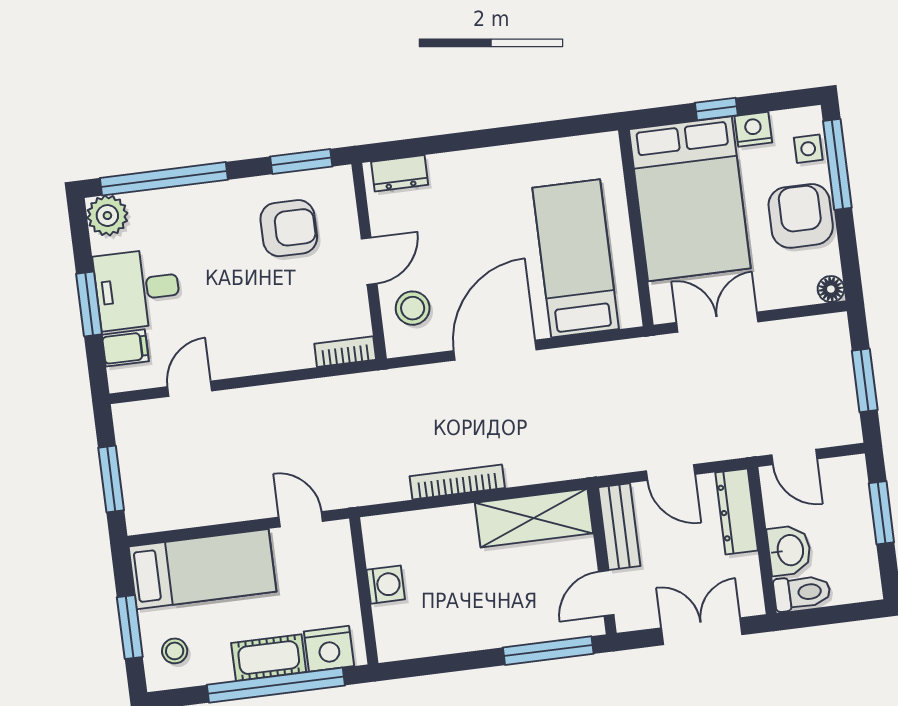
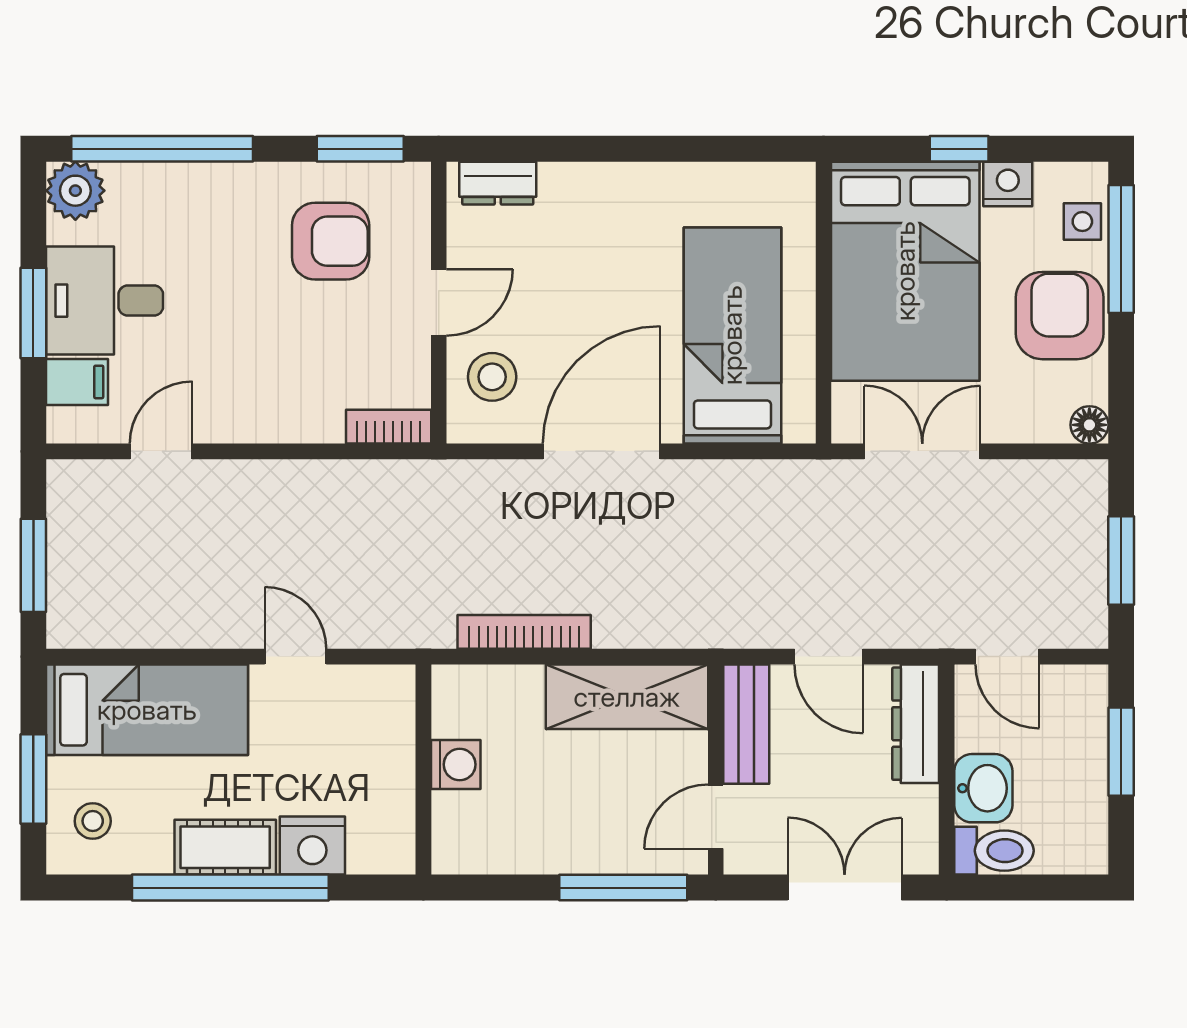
washing machine: (386, 585) -> (456, 764), moved
wall: (364, 591) -> (423, 769), moved

